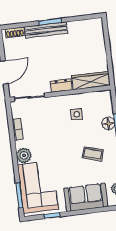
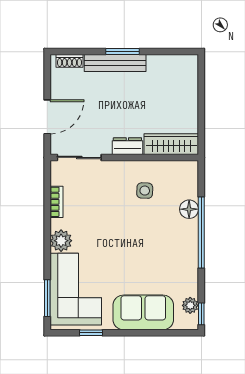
coffee table: (93, 154) -> (161, 251), removed

